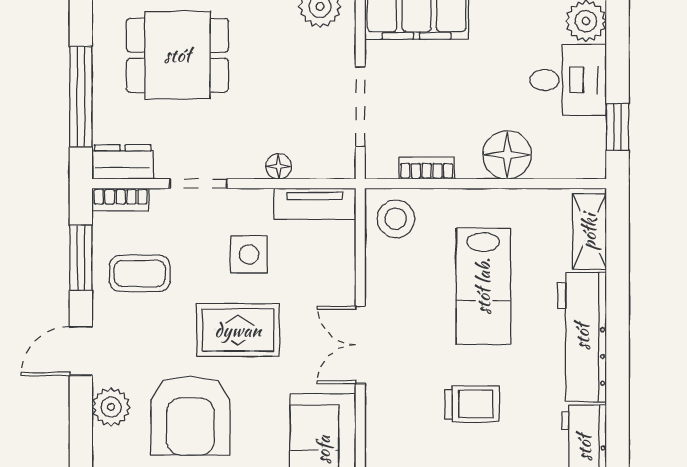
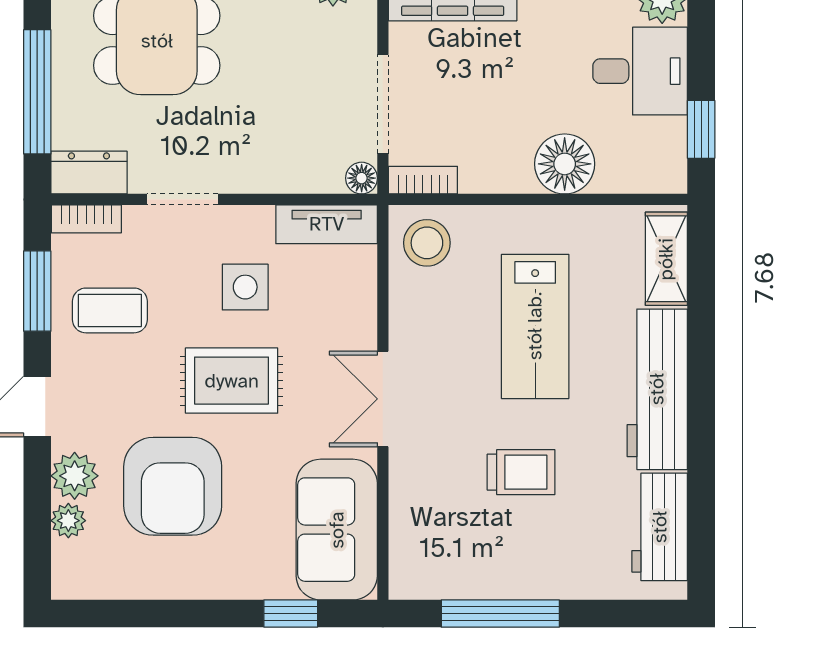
floor lamp: (278, 166) -> (362, 178), moved
bookcase: (427, 168) -> (423, 180), moved
plant: (106, 443) -> (68, 521), added

